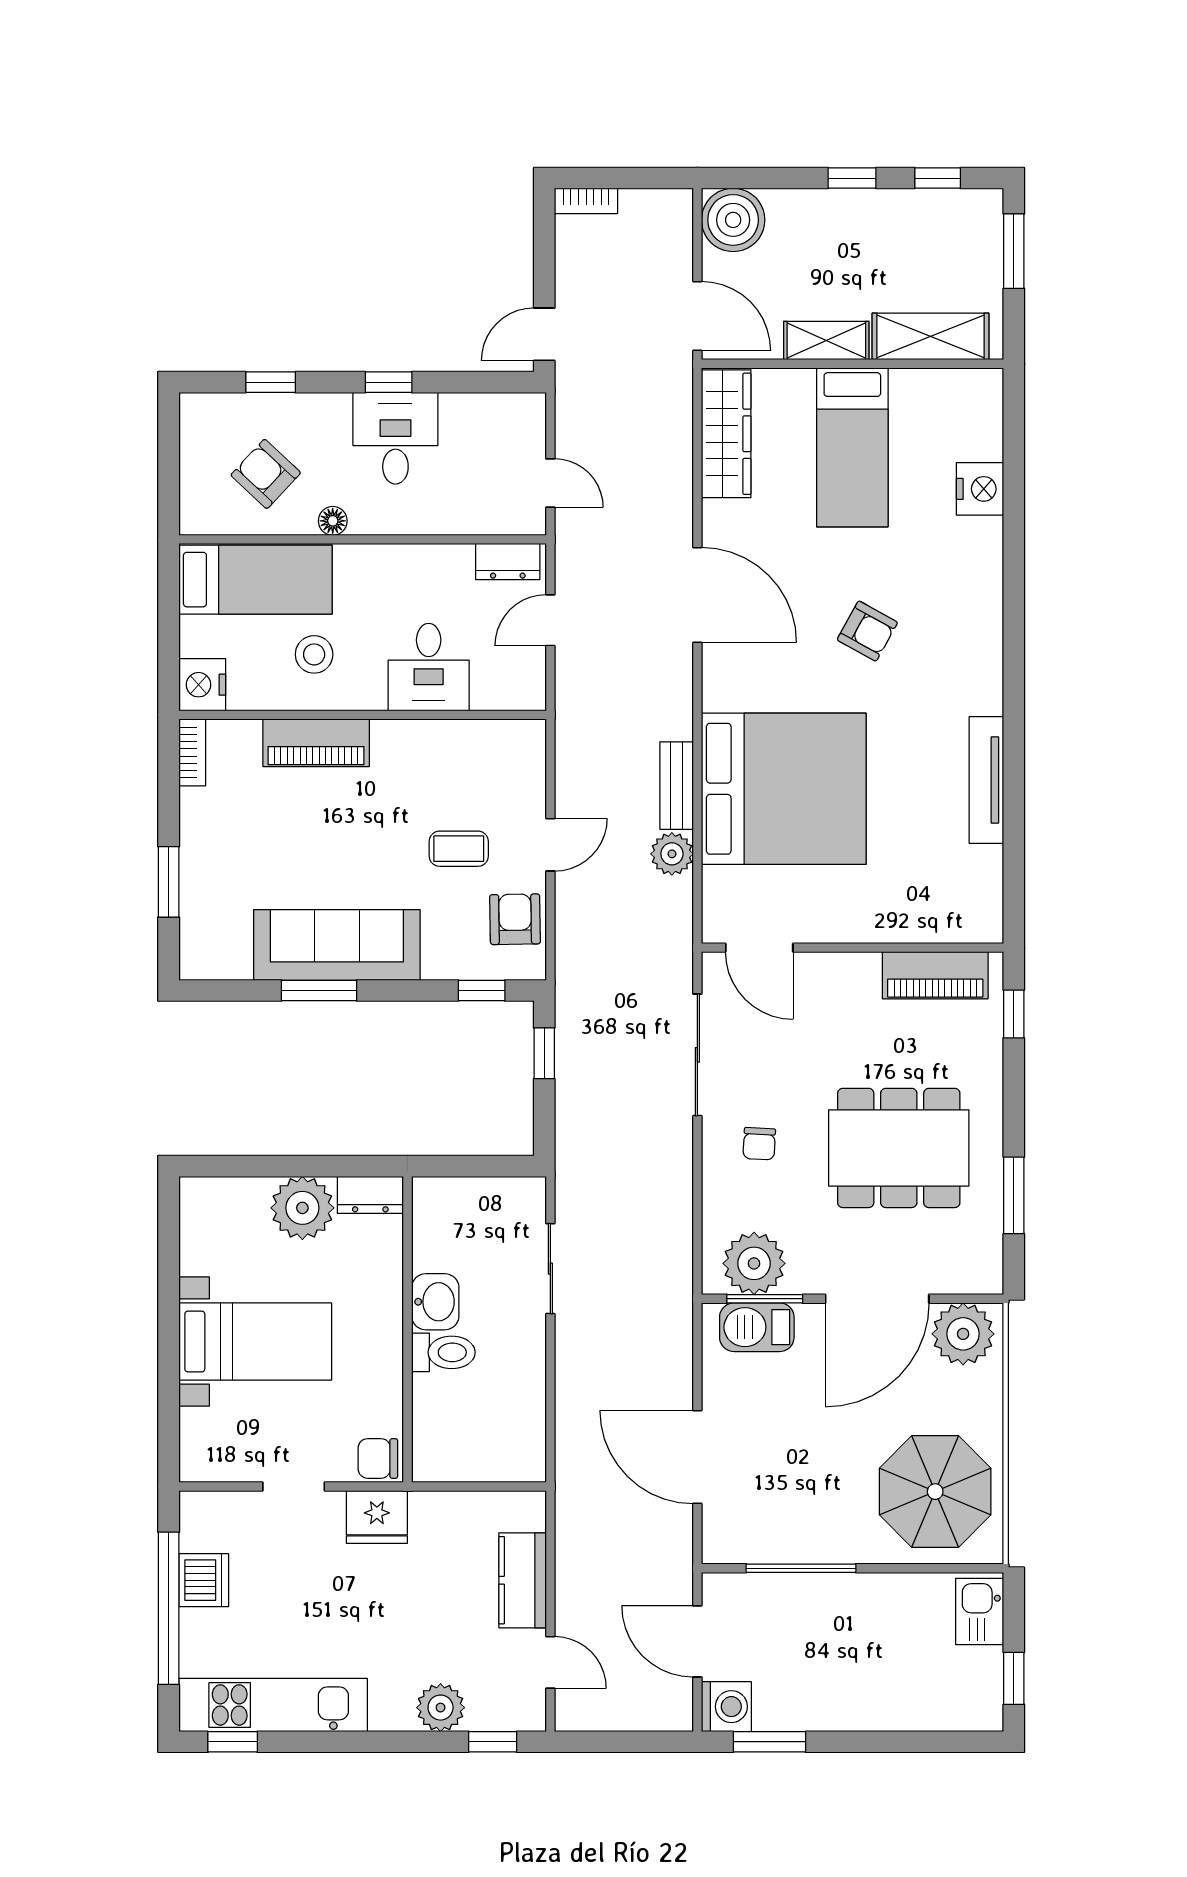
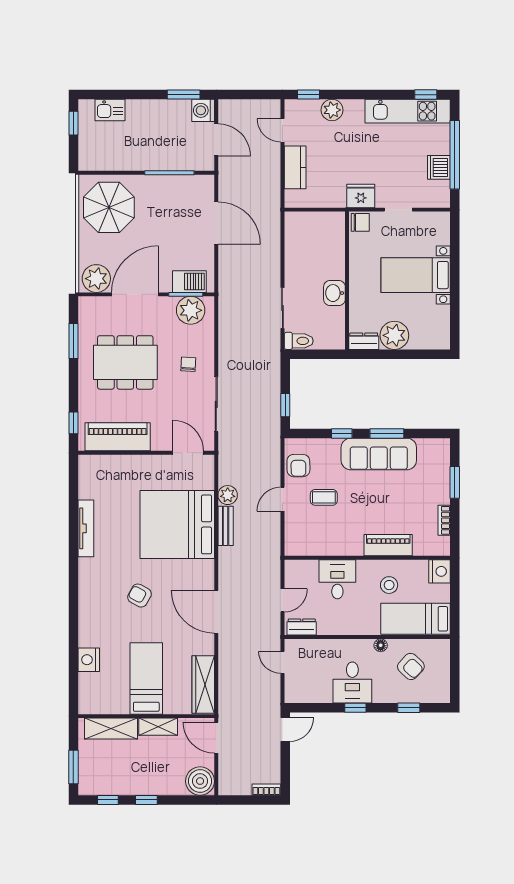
bookcase: (192, 752) -> (444, 520), moved
piano: (935, 975) -> (118, 437), width x1.37, depth x1.33
window: (482, 990) -> (342, 433), moved
toilet: (443, 1352) -> (299, 341), moved, turned 180
kitchen sink: (980, 1611) -> (110, 110), moved, turned 90

